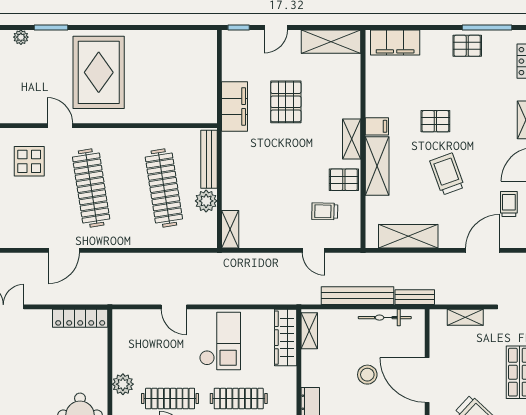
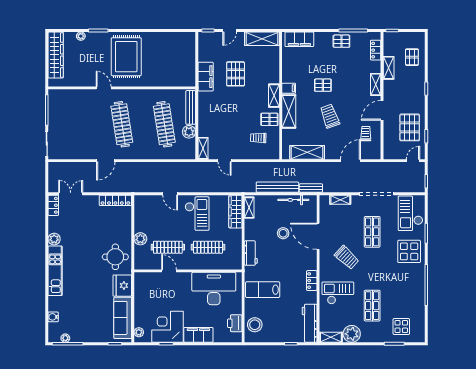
display table: (29, 161) -> (86, 109), removed
door: (313, 250) -> (224, 161), moved

